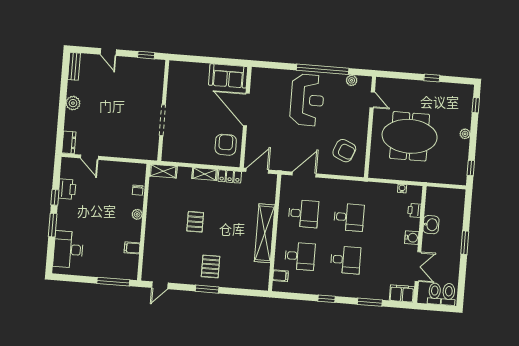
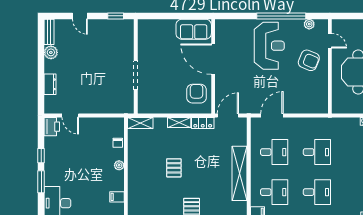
plant: (73, 103) -> (51, 52), moved
dresser: (69, 142) -> (50, 84), moved
armchair: (344, 151) -> (309, 60), moved
printer: (67, 189) -> (52, 127), moved

